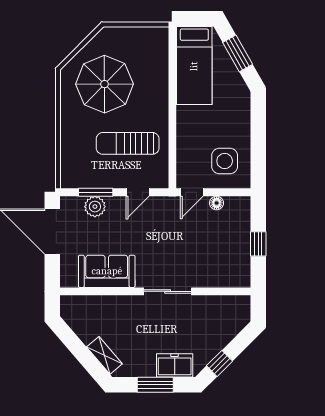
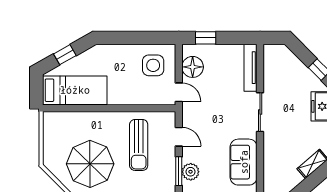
window: (238, 53) -> (65, 55), width x0.67
floor lamp: (217, 203) -> (193, 67), width x1.89, depth x1.89
window: (258, 244) -> (206, 38), moved
tv unit: (222, 280) -> (251, 68), added

